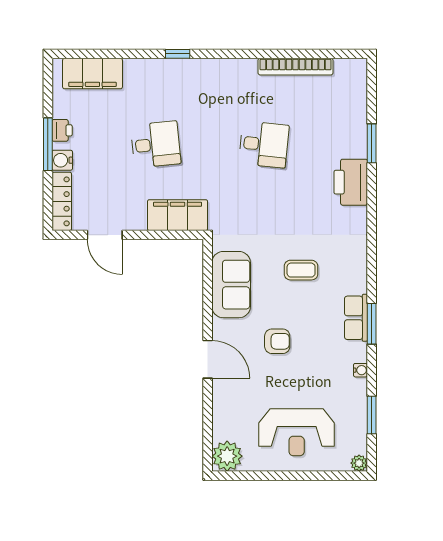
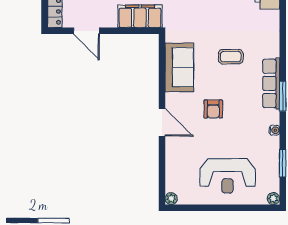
row of seats: (356, 318) -> (271, 83), width x1.48
armchair: (277, 341) -> (213, 109), turned 90
plant: (227, 456) -> (171, 199), width x0.53, depth x0.53

